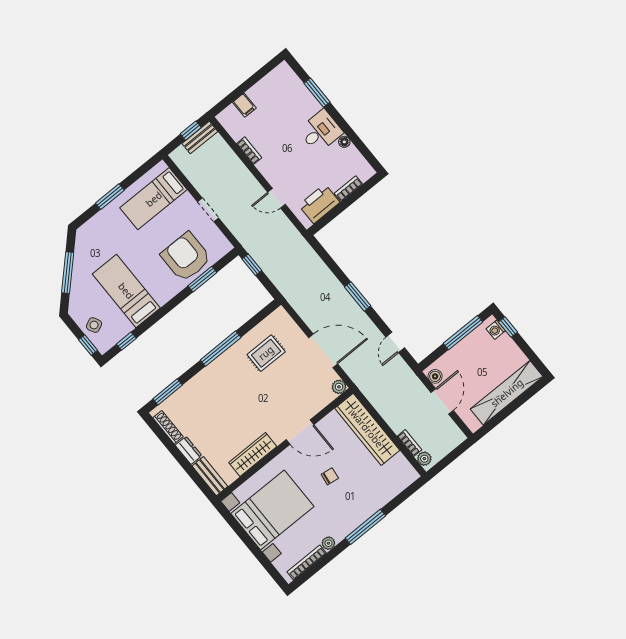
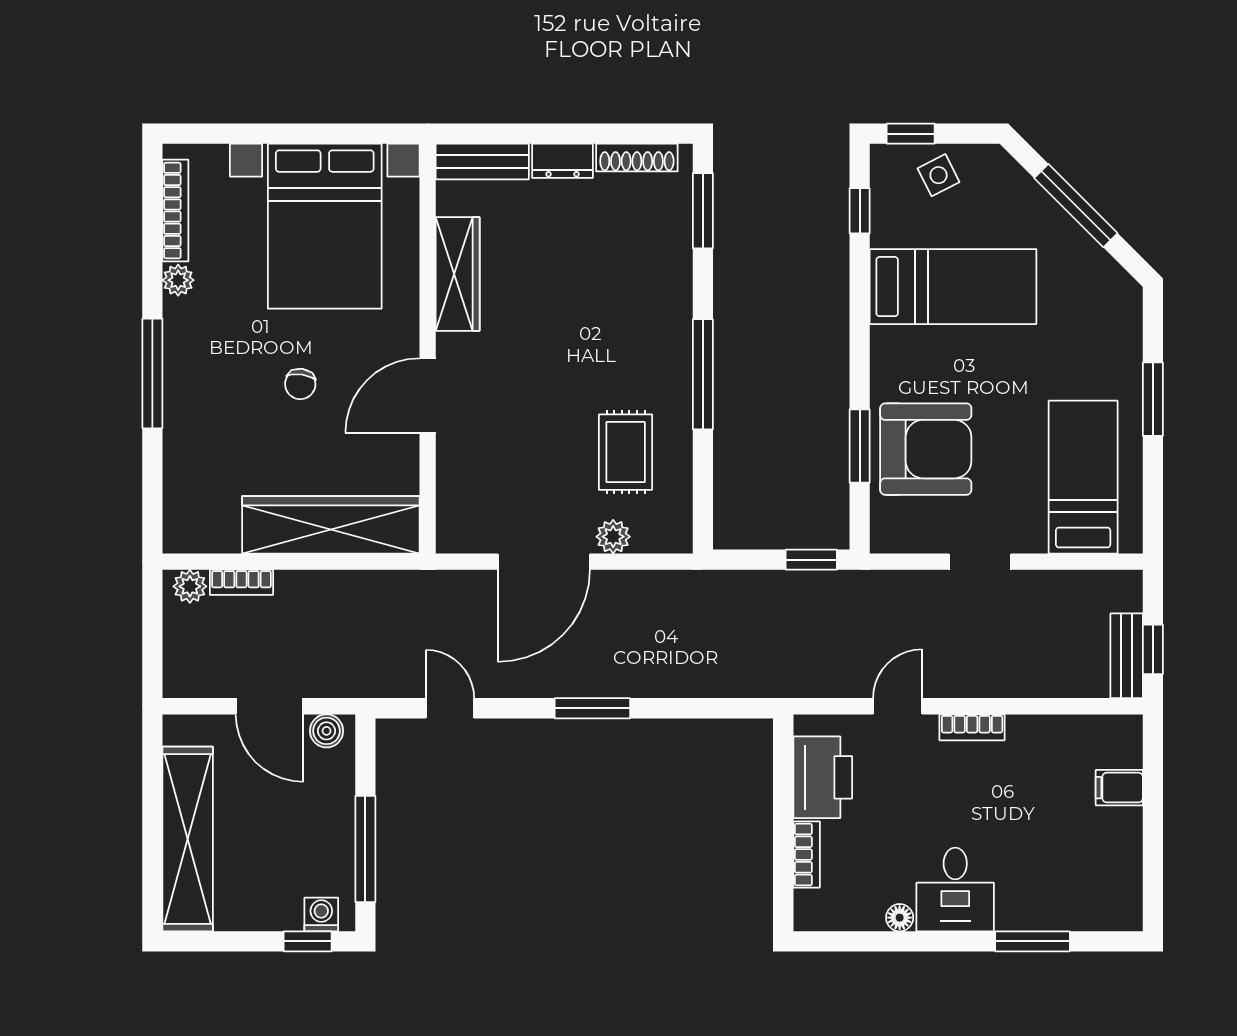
bookcase: (249, 151) -> (972, 727), moved
plant: (339, 387) -> (613, 537), moved

